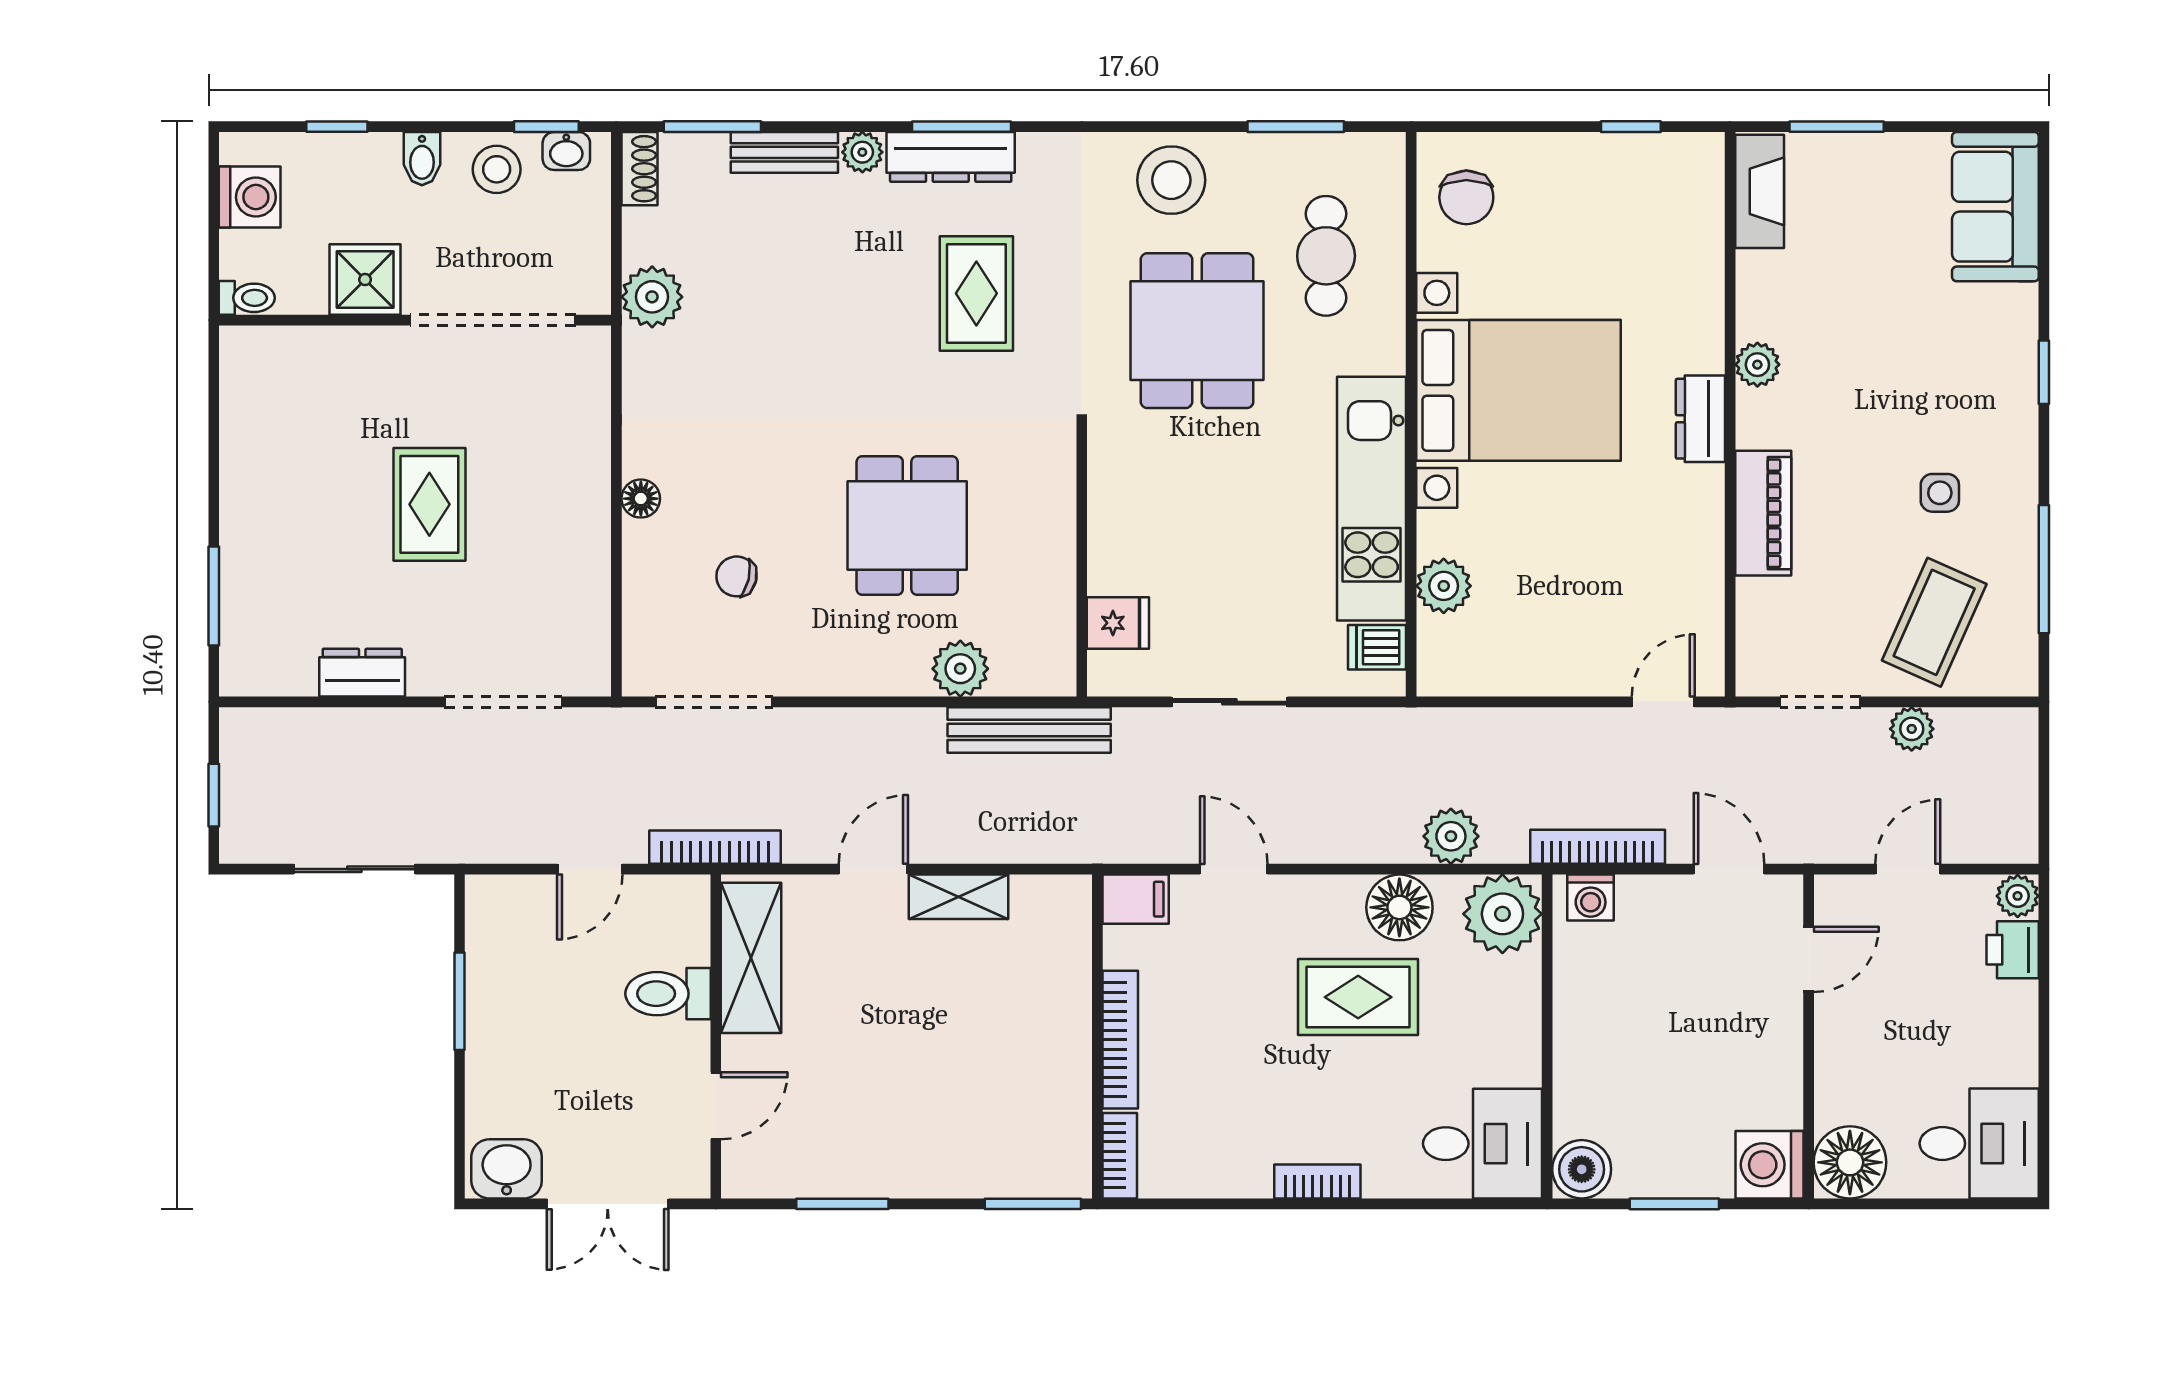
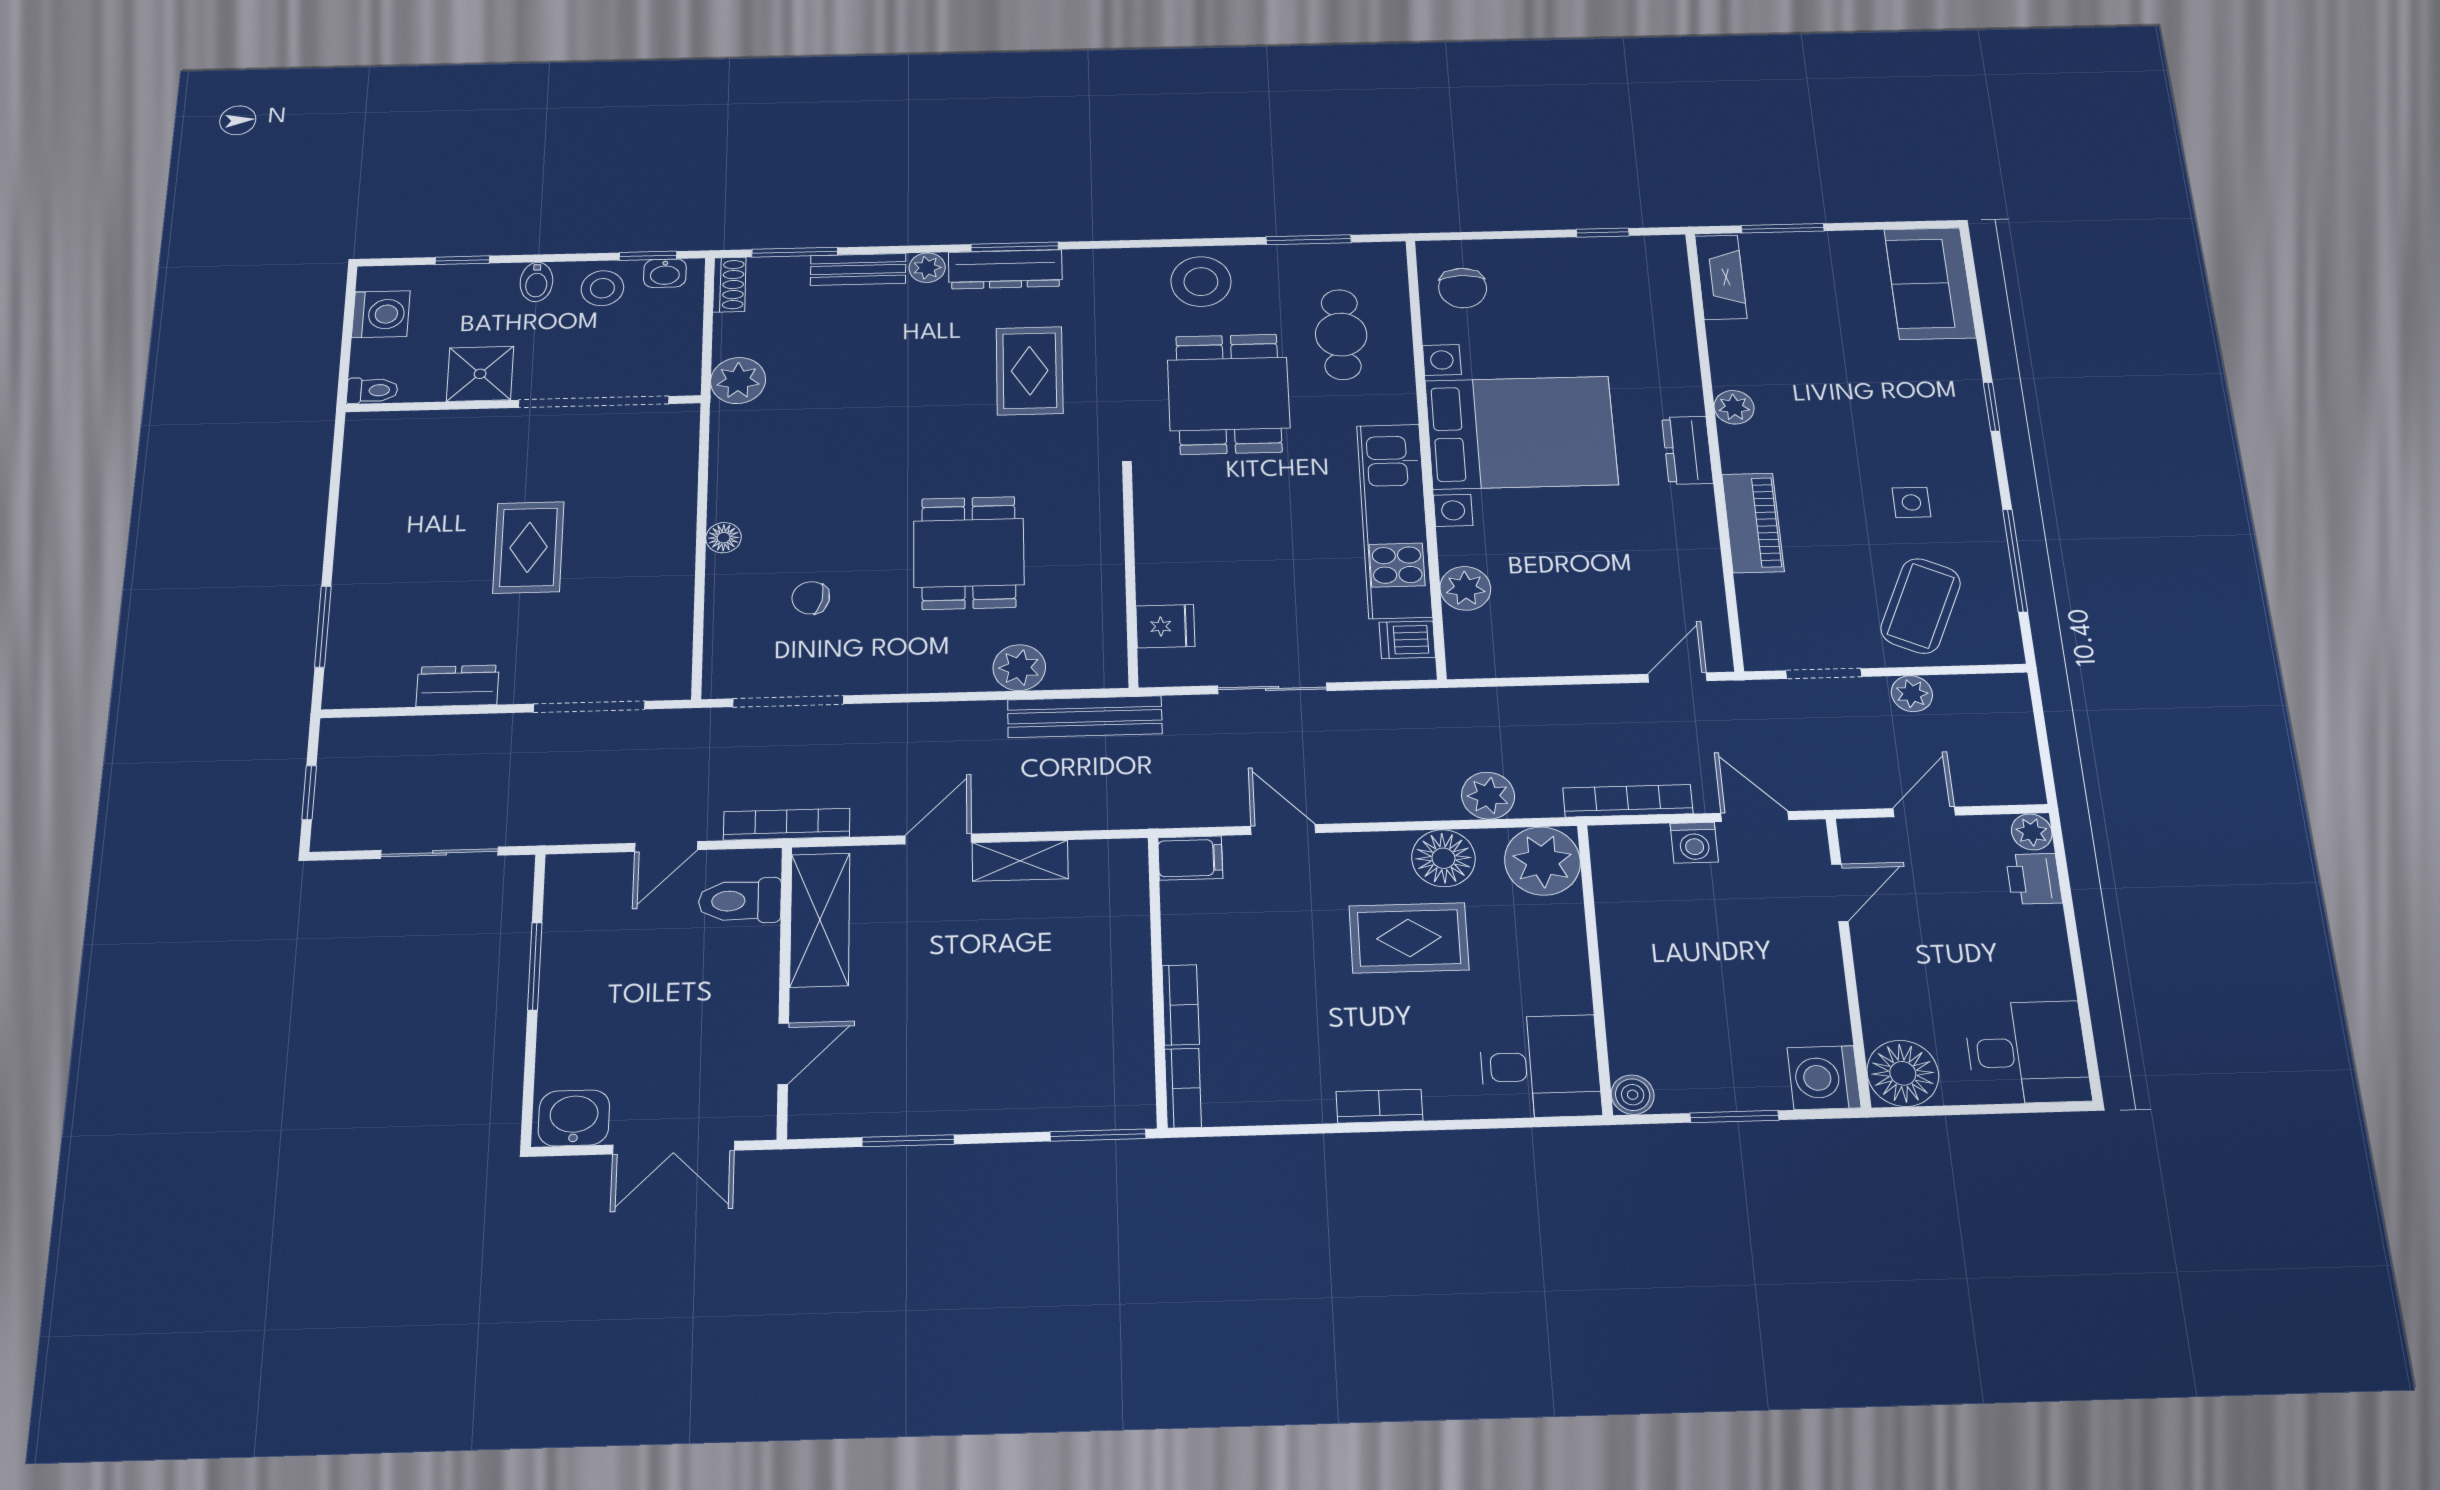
washing machine: (1591, 898) -> (1694, 843), moved
toilet: (668, 994) -> (740, 901), moved
bookcase: (1120, 1040) -> (1181, 1005), width x0.64
boiler: (1582, 1169) -> (1633, 1095), width x0.73, depth x0.73

